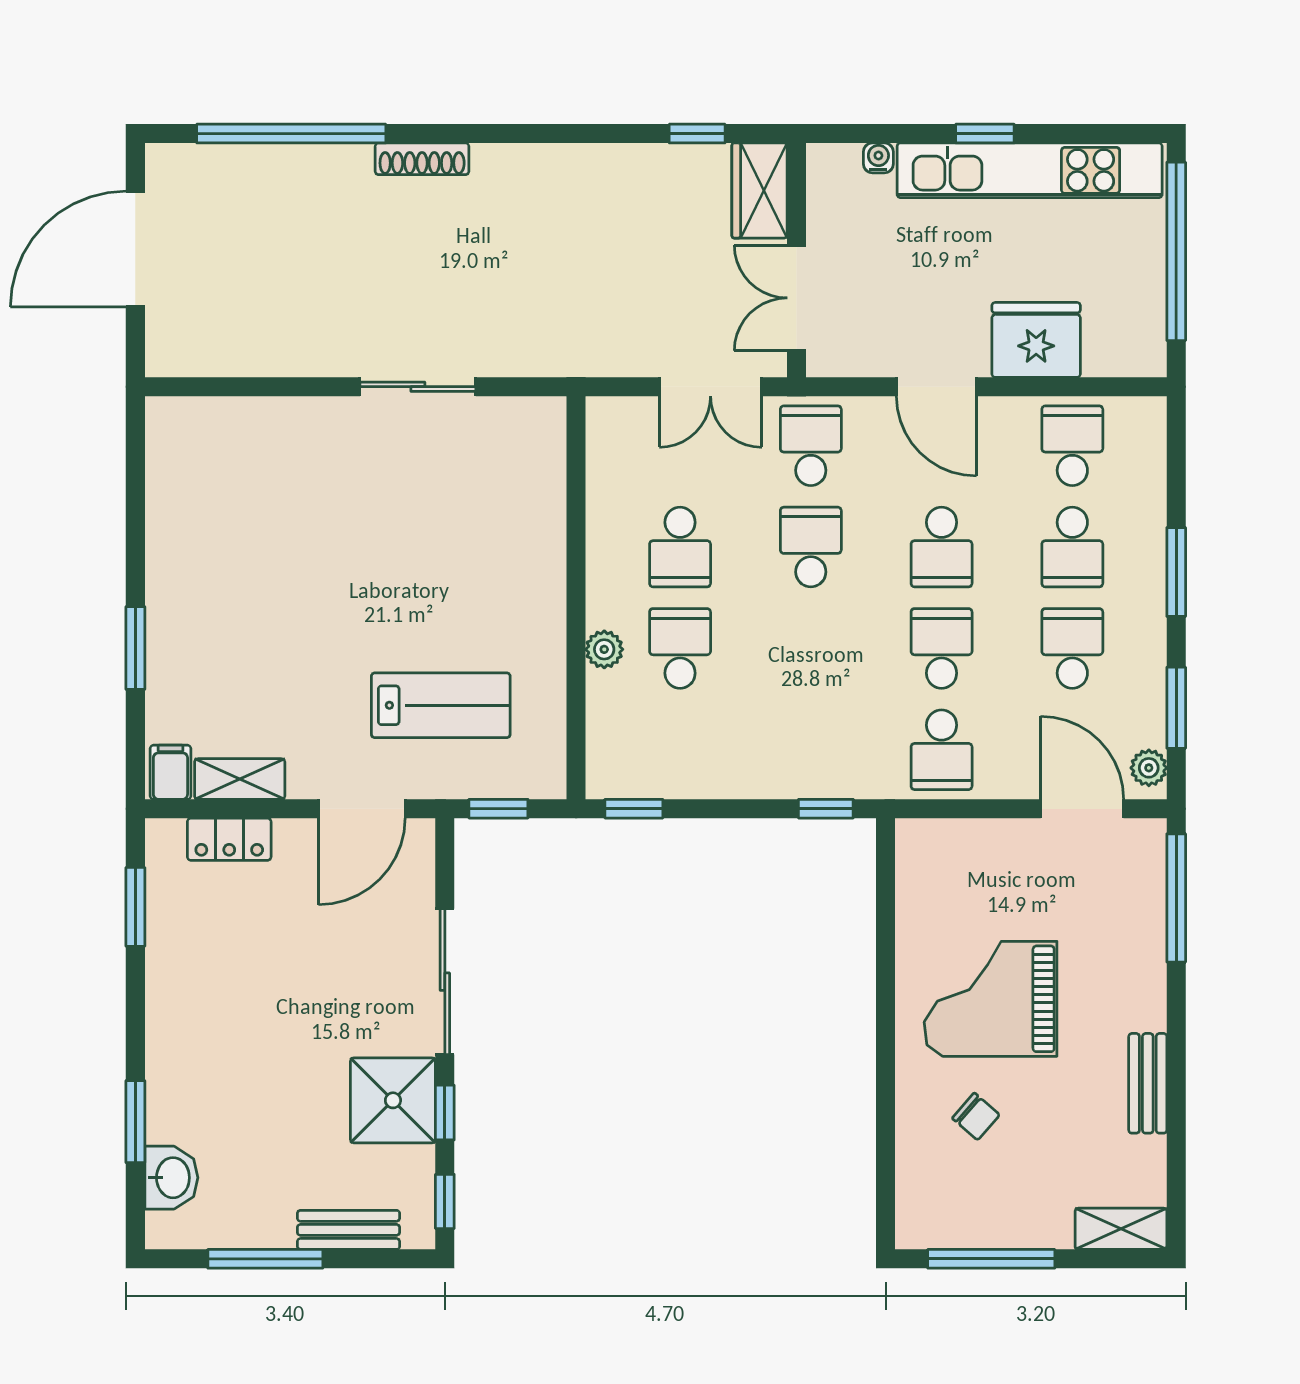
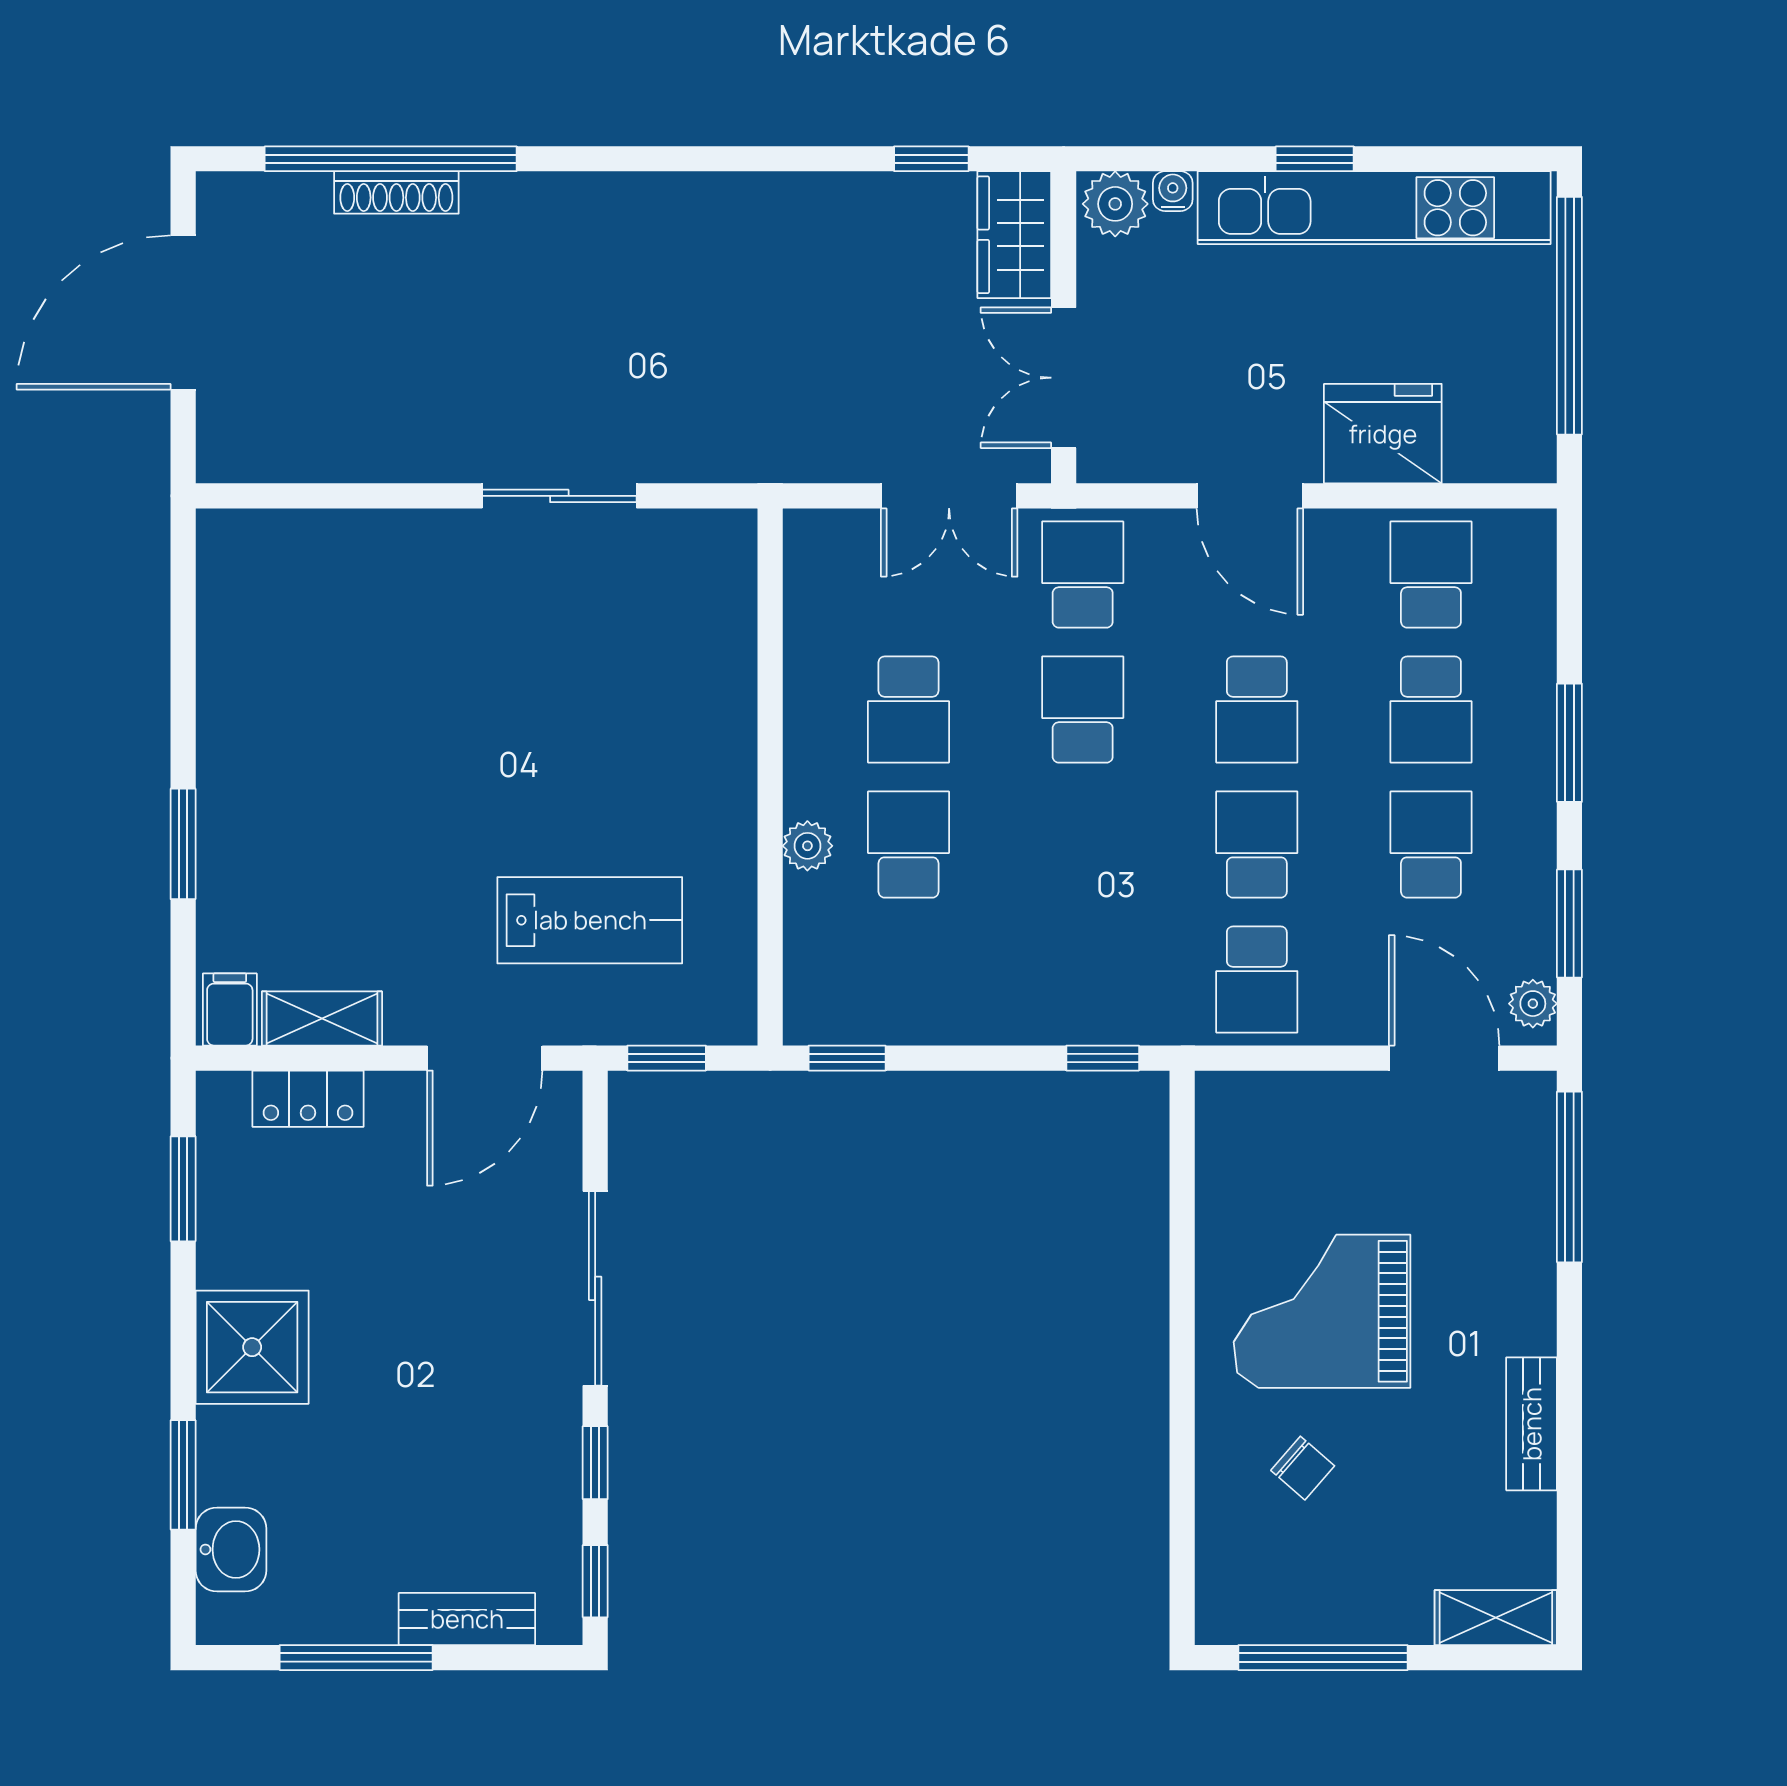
shoe rack: (422, 159) -> (396, 192), moved
plant: (835, 167) -> (1115, 204), added
shower: (393, 1100) -> (252, 1347), moved

